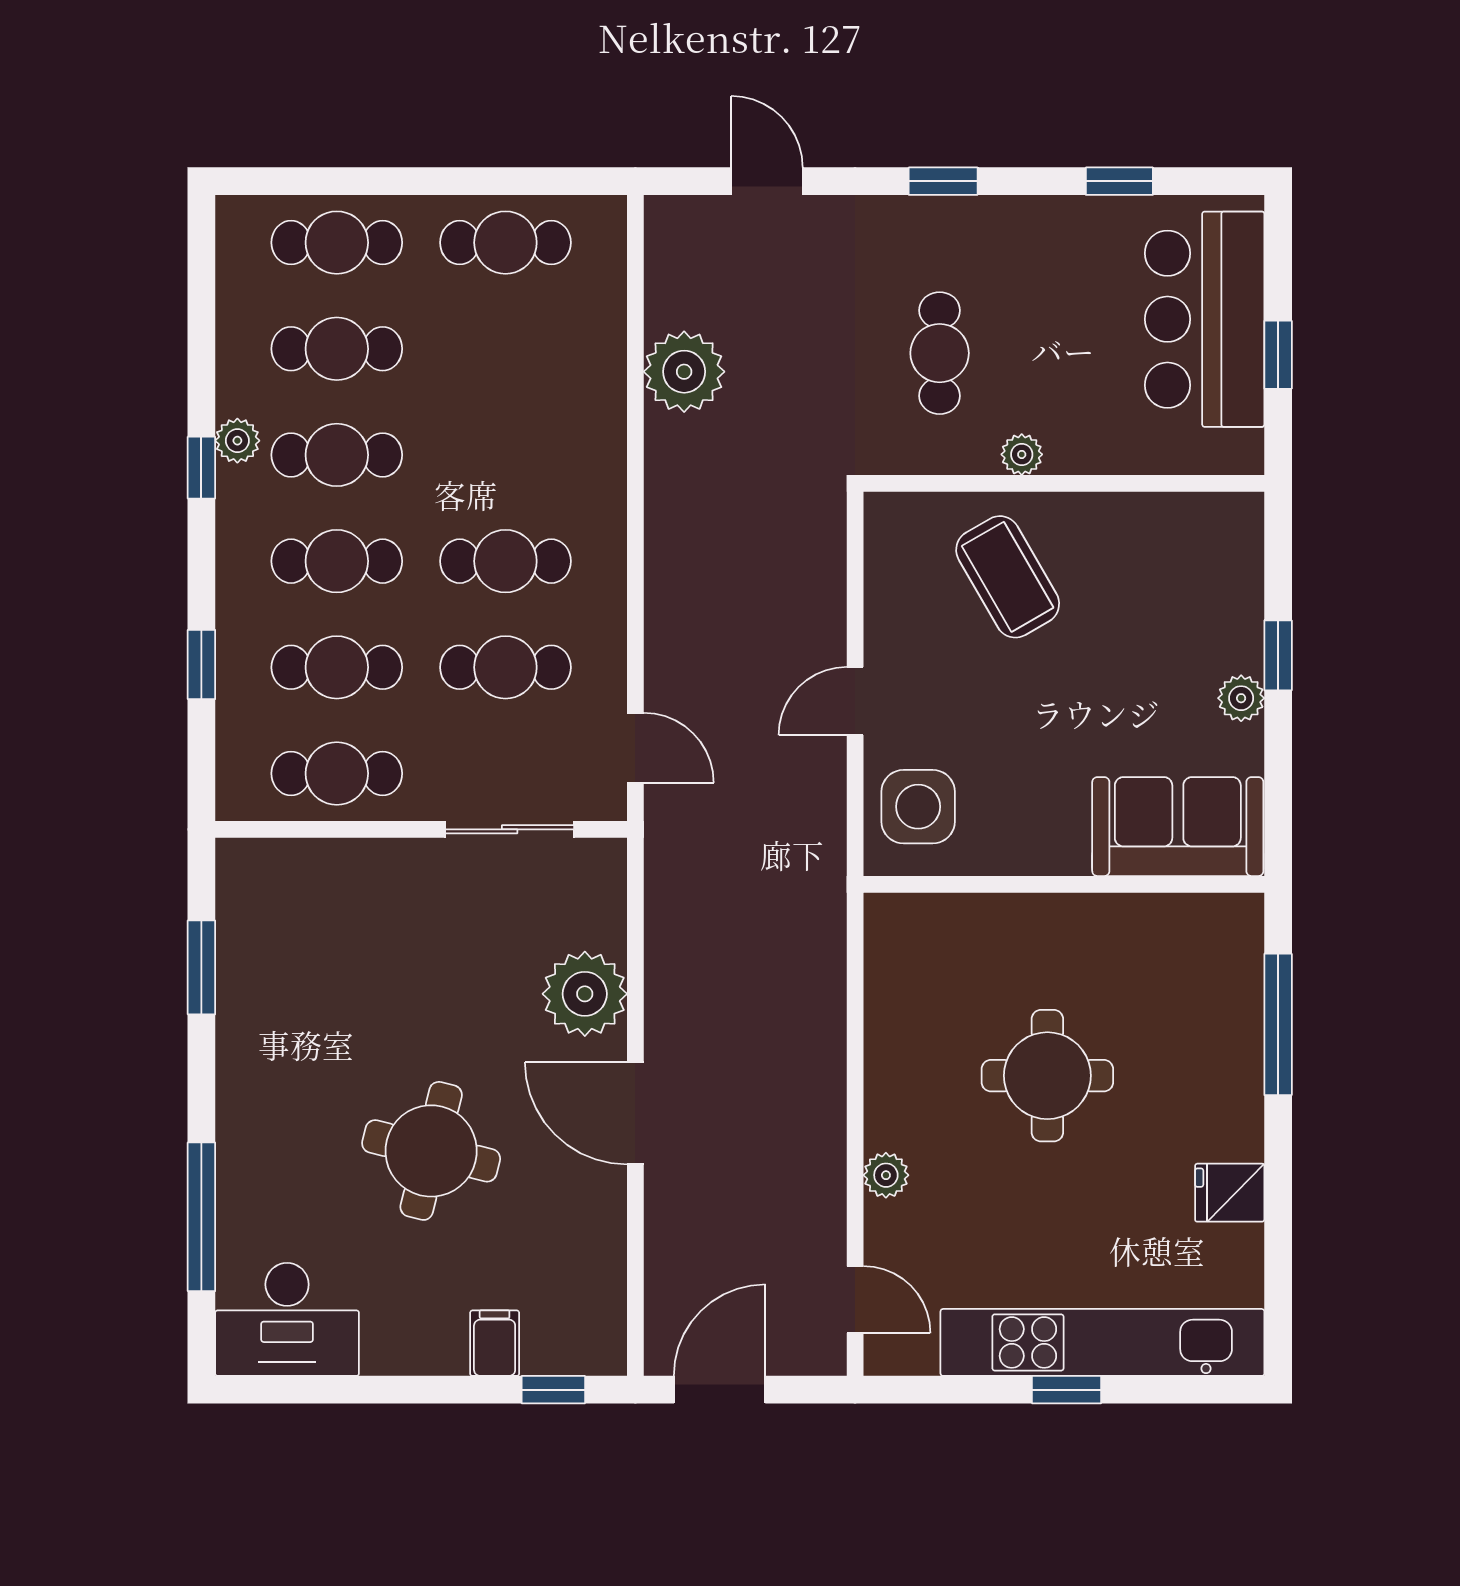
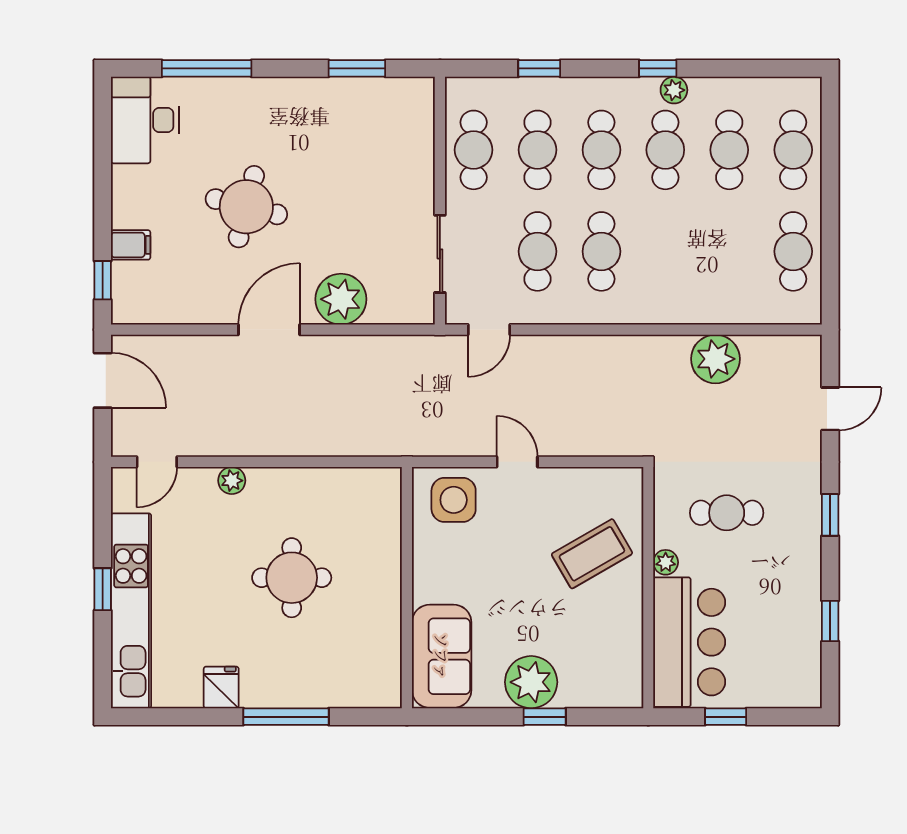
bar counter: (1205, 319) -> (689, 642), moved, turned 90
plant: (1241, 698) -> (531, 682), width x1.88, depth x1.88
window: (1278, 1024) -> (286, 717), moved

